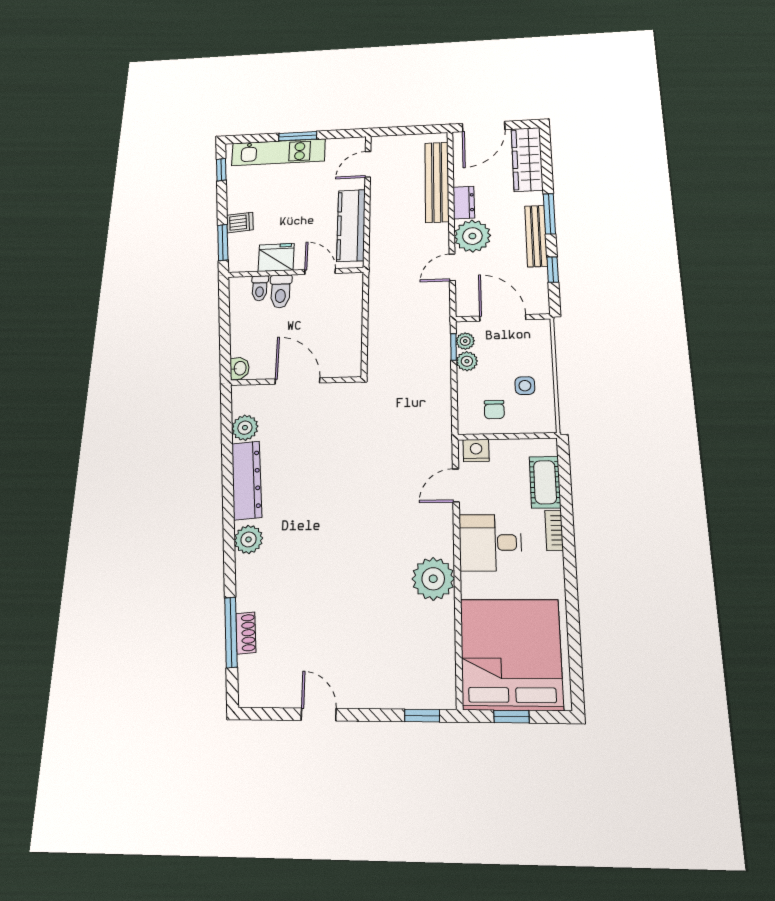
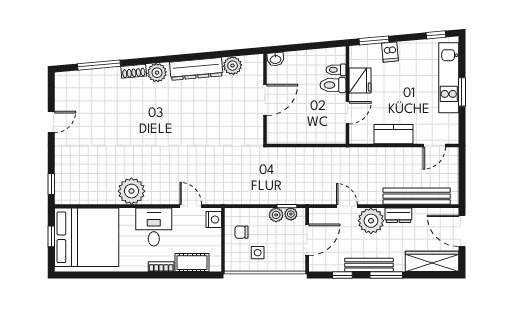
door: (368, 164) -> (434, 145), swing flipped
kitchen counter: (351, 225) -> (393, 134), width x0.67
shoe rack: (246, 633) -> (134, 71), moved

